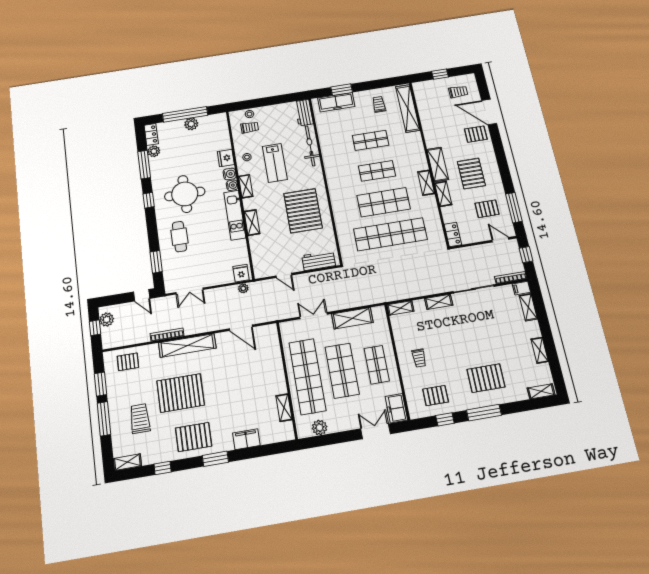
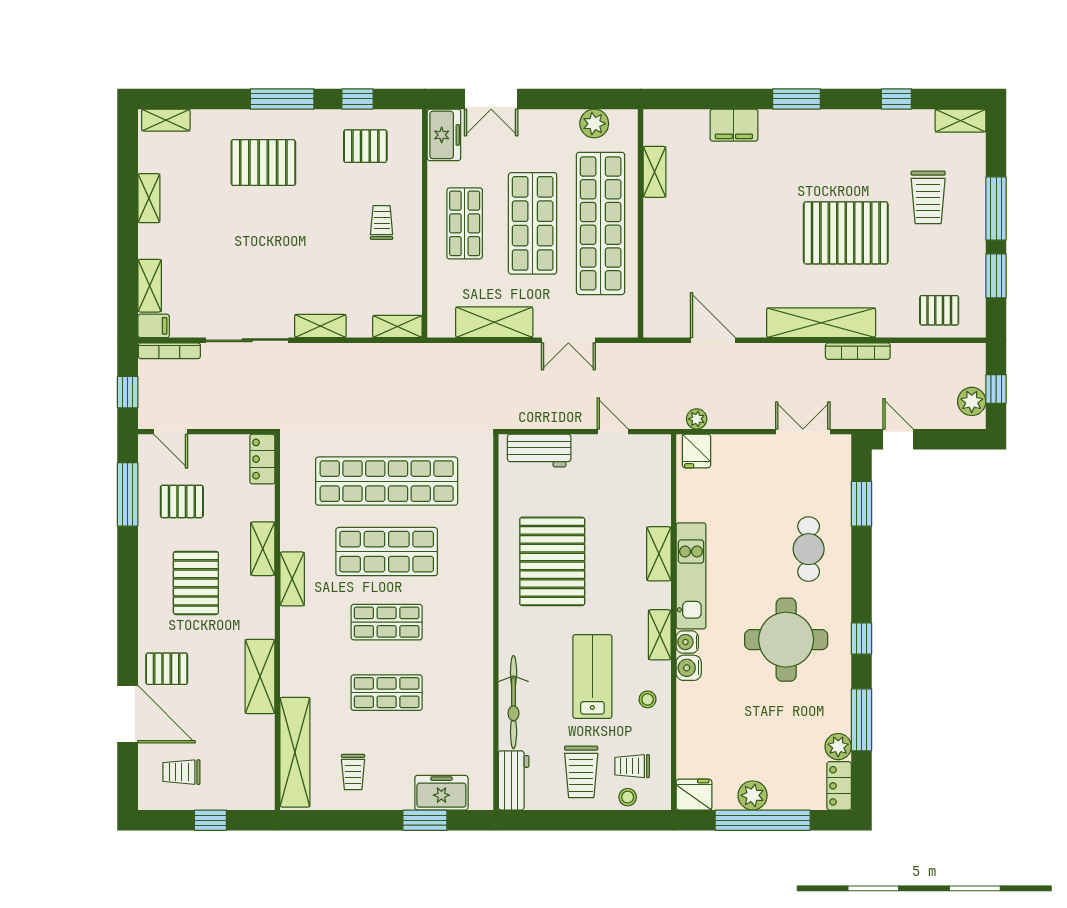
freezer: (336, 102) -> (441, 793), width x0.71
trolley: (273, 121) -> (581, 772), added
fridge: (226, 158) -> (694, 795), moved, turned -90
shelving: (438, 164) -> (260, 677), moved
pallet: (194, 437) -> (832, 146), removed

